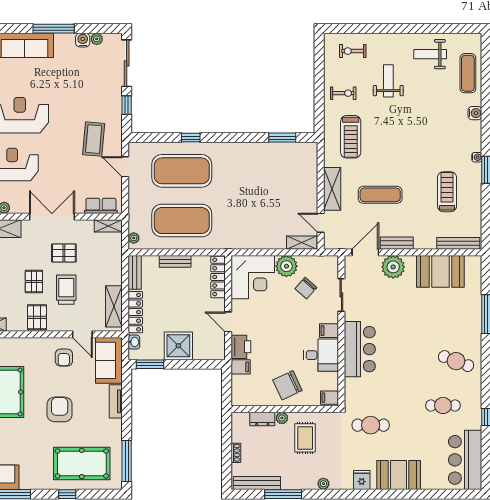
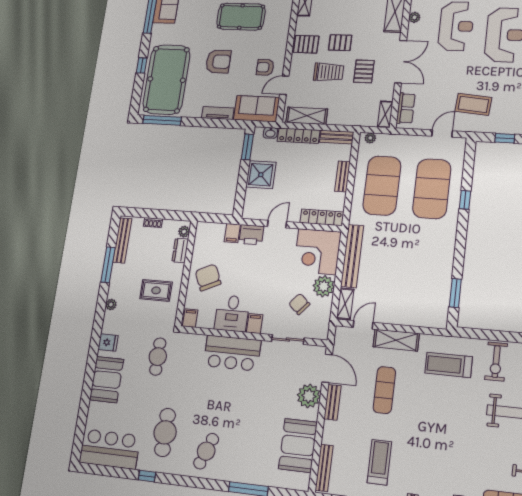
exercise bike: (343, 93) -> (496, 362), width x1.38, depth x1.39
treadmill: (447, 192) -> (379, 462), turned -90
bench: (254, 242) -> (352, 256), added
cafe table: (443, 405) -> (165, 432), width x1.37, depth x1.35
plant: (282, 418) -> (184, 232), moved
pool table: (82, 464) -> (166, 80), width x1.36, depth x1.32

